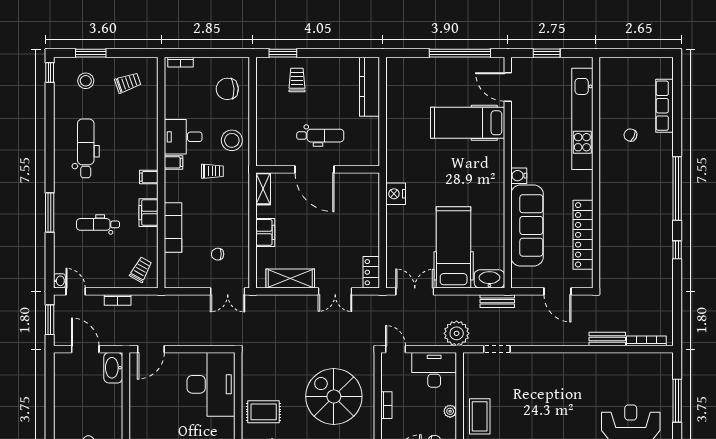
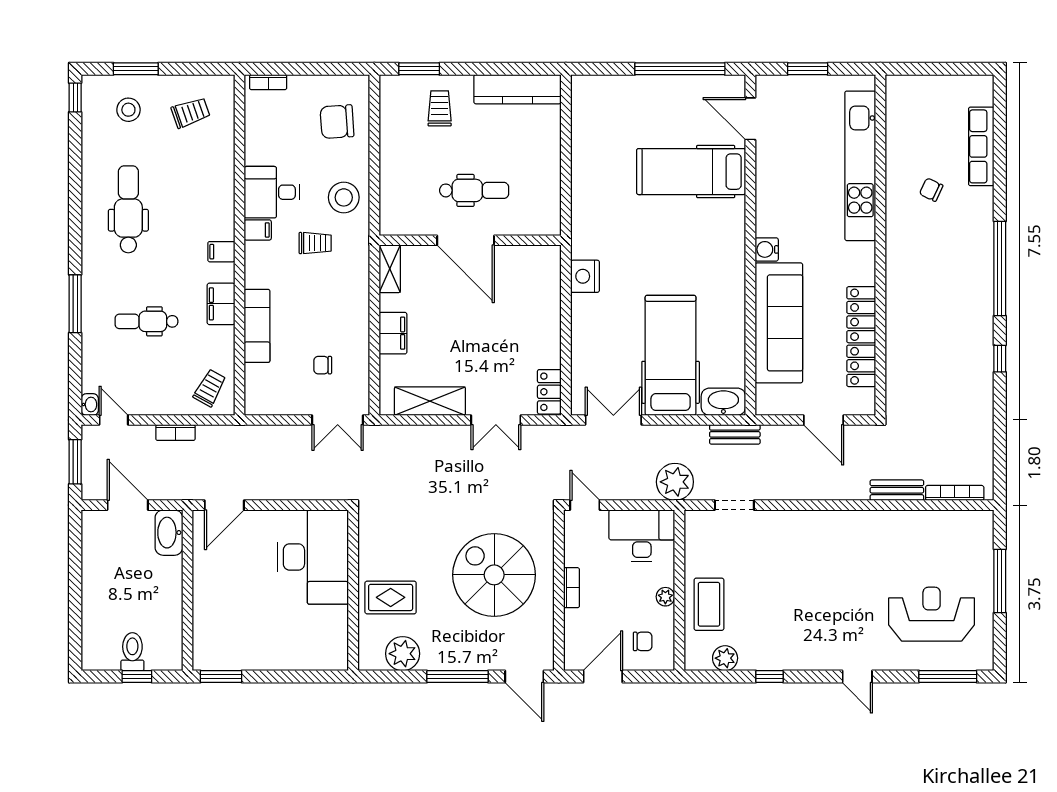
kitchen counter: (369, 87) -> (518, 89), moved, turned -90

